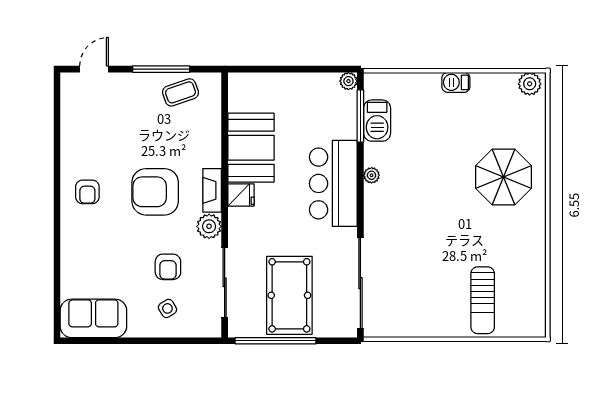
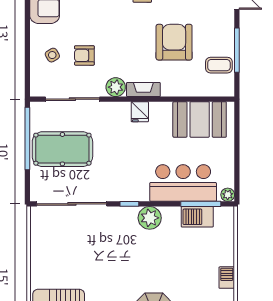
coffee table: (180, 92) -> (219, 65), turned -71
booth: (251, 148) -> (200, 119), moved
plant: (372, 175) -> (150, 218), width x1.87, depth x1.87
bar counter: (333, 183) -> (183, 183), moved
armchair: (155, 192) -> (174, 42), moved
window: (360, 209) -> (129, 204), added

